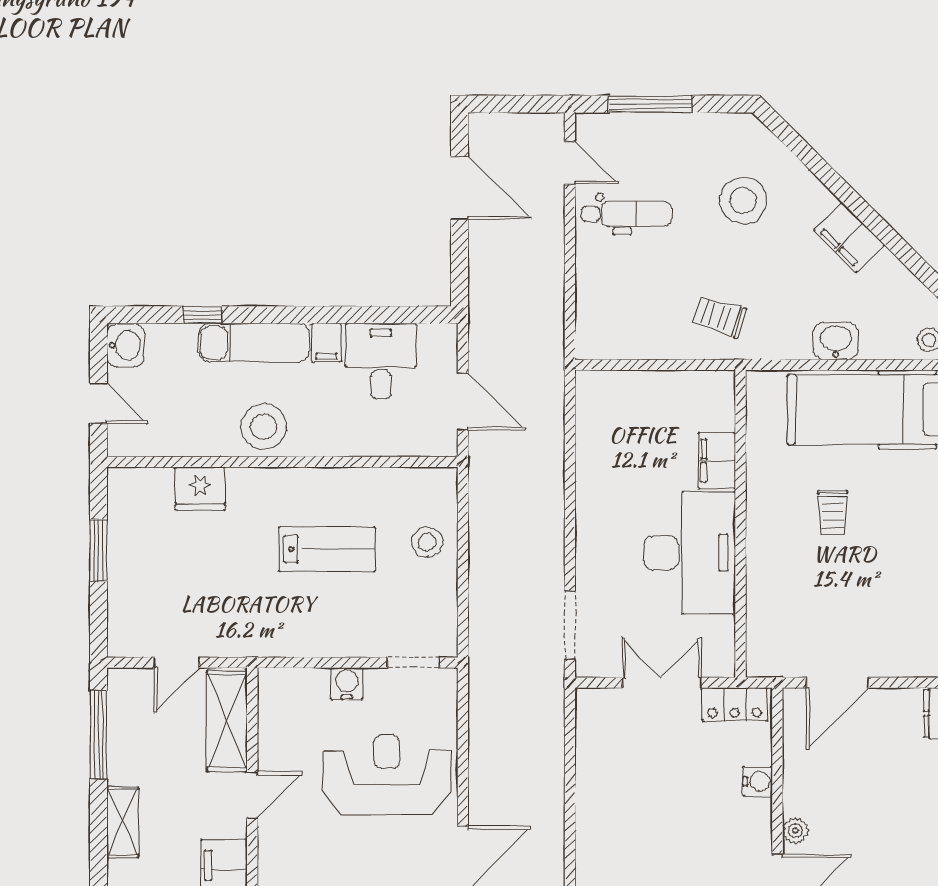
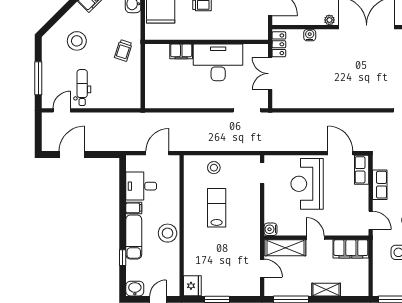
fridge: (200, 489) -> (192, 286), moved
water cooler: (347, 684) -> (271, 229), moved

